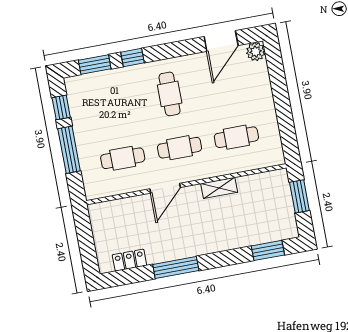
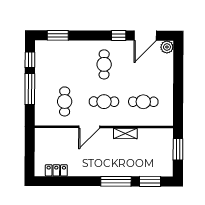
window: (133, 57) -> (119, 35), moved
cafe table: (123, 158) -> (65, 101), turned 90
window: (176, 268) -> (116, 181), moved

